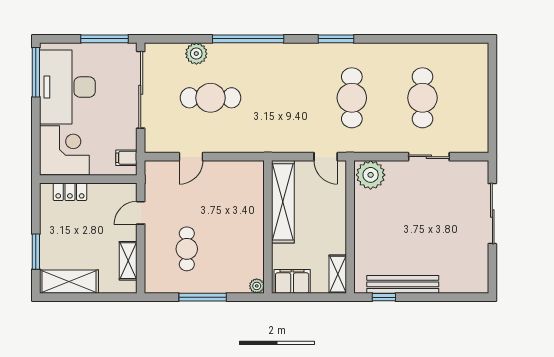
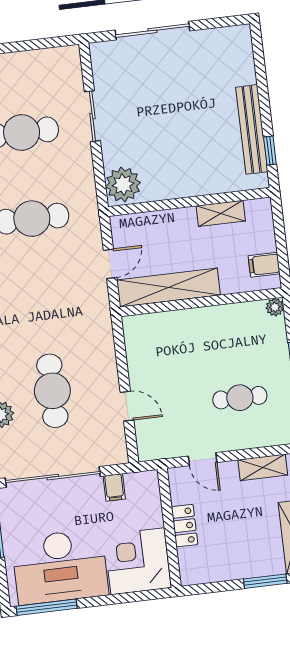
door: (326, 157) -> (110, 264), moved
filing cabinet: (126, 158) -> (114, 487), moved
locker: (70, 192) -> (185, 526), moved
shelving: (338, 274) -> (221, 213), moved
filing cabinet: (292, 281) -> (264, 265), width x0.50

